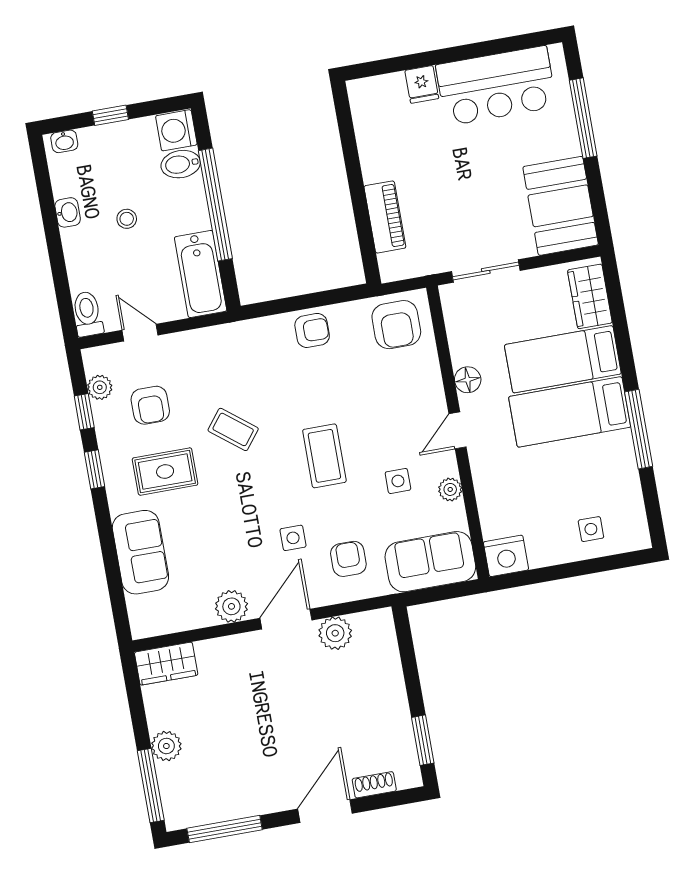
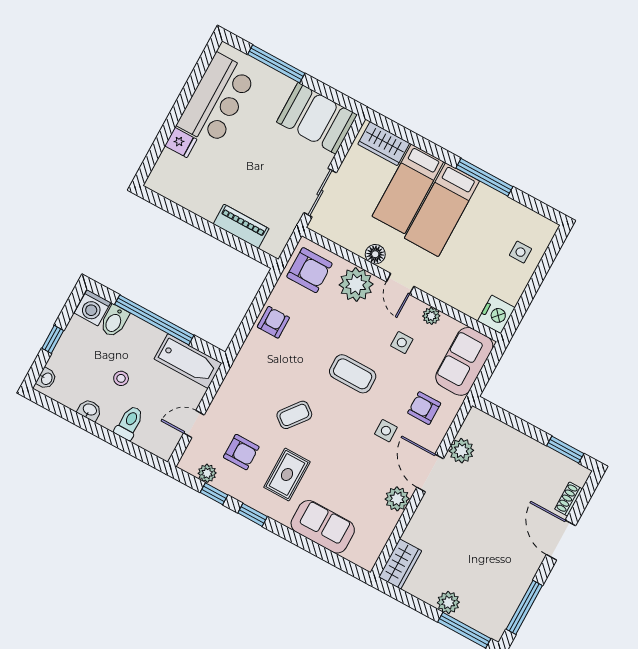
toilet: (88, 314) -> (129, 423), moved, turned 90
plant: (420, 385) -> (356, 284), added

